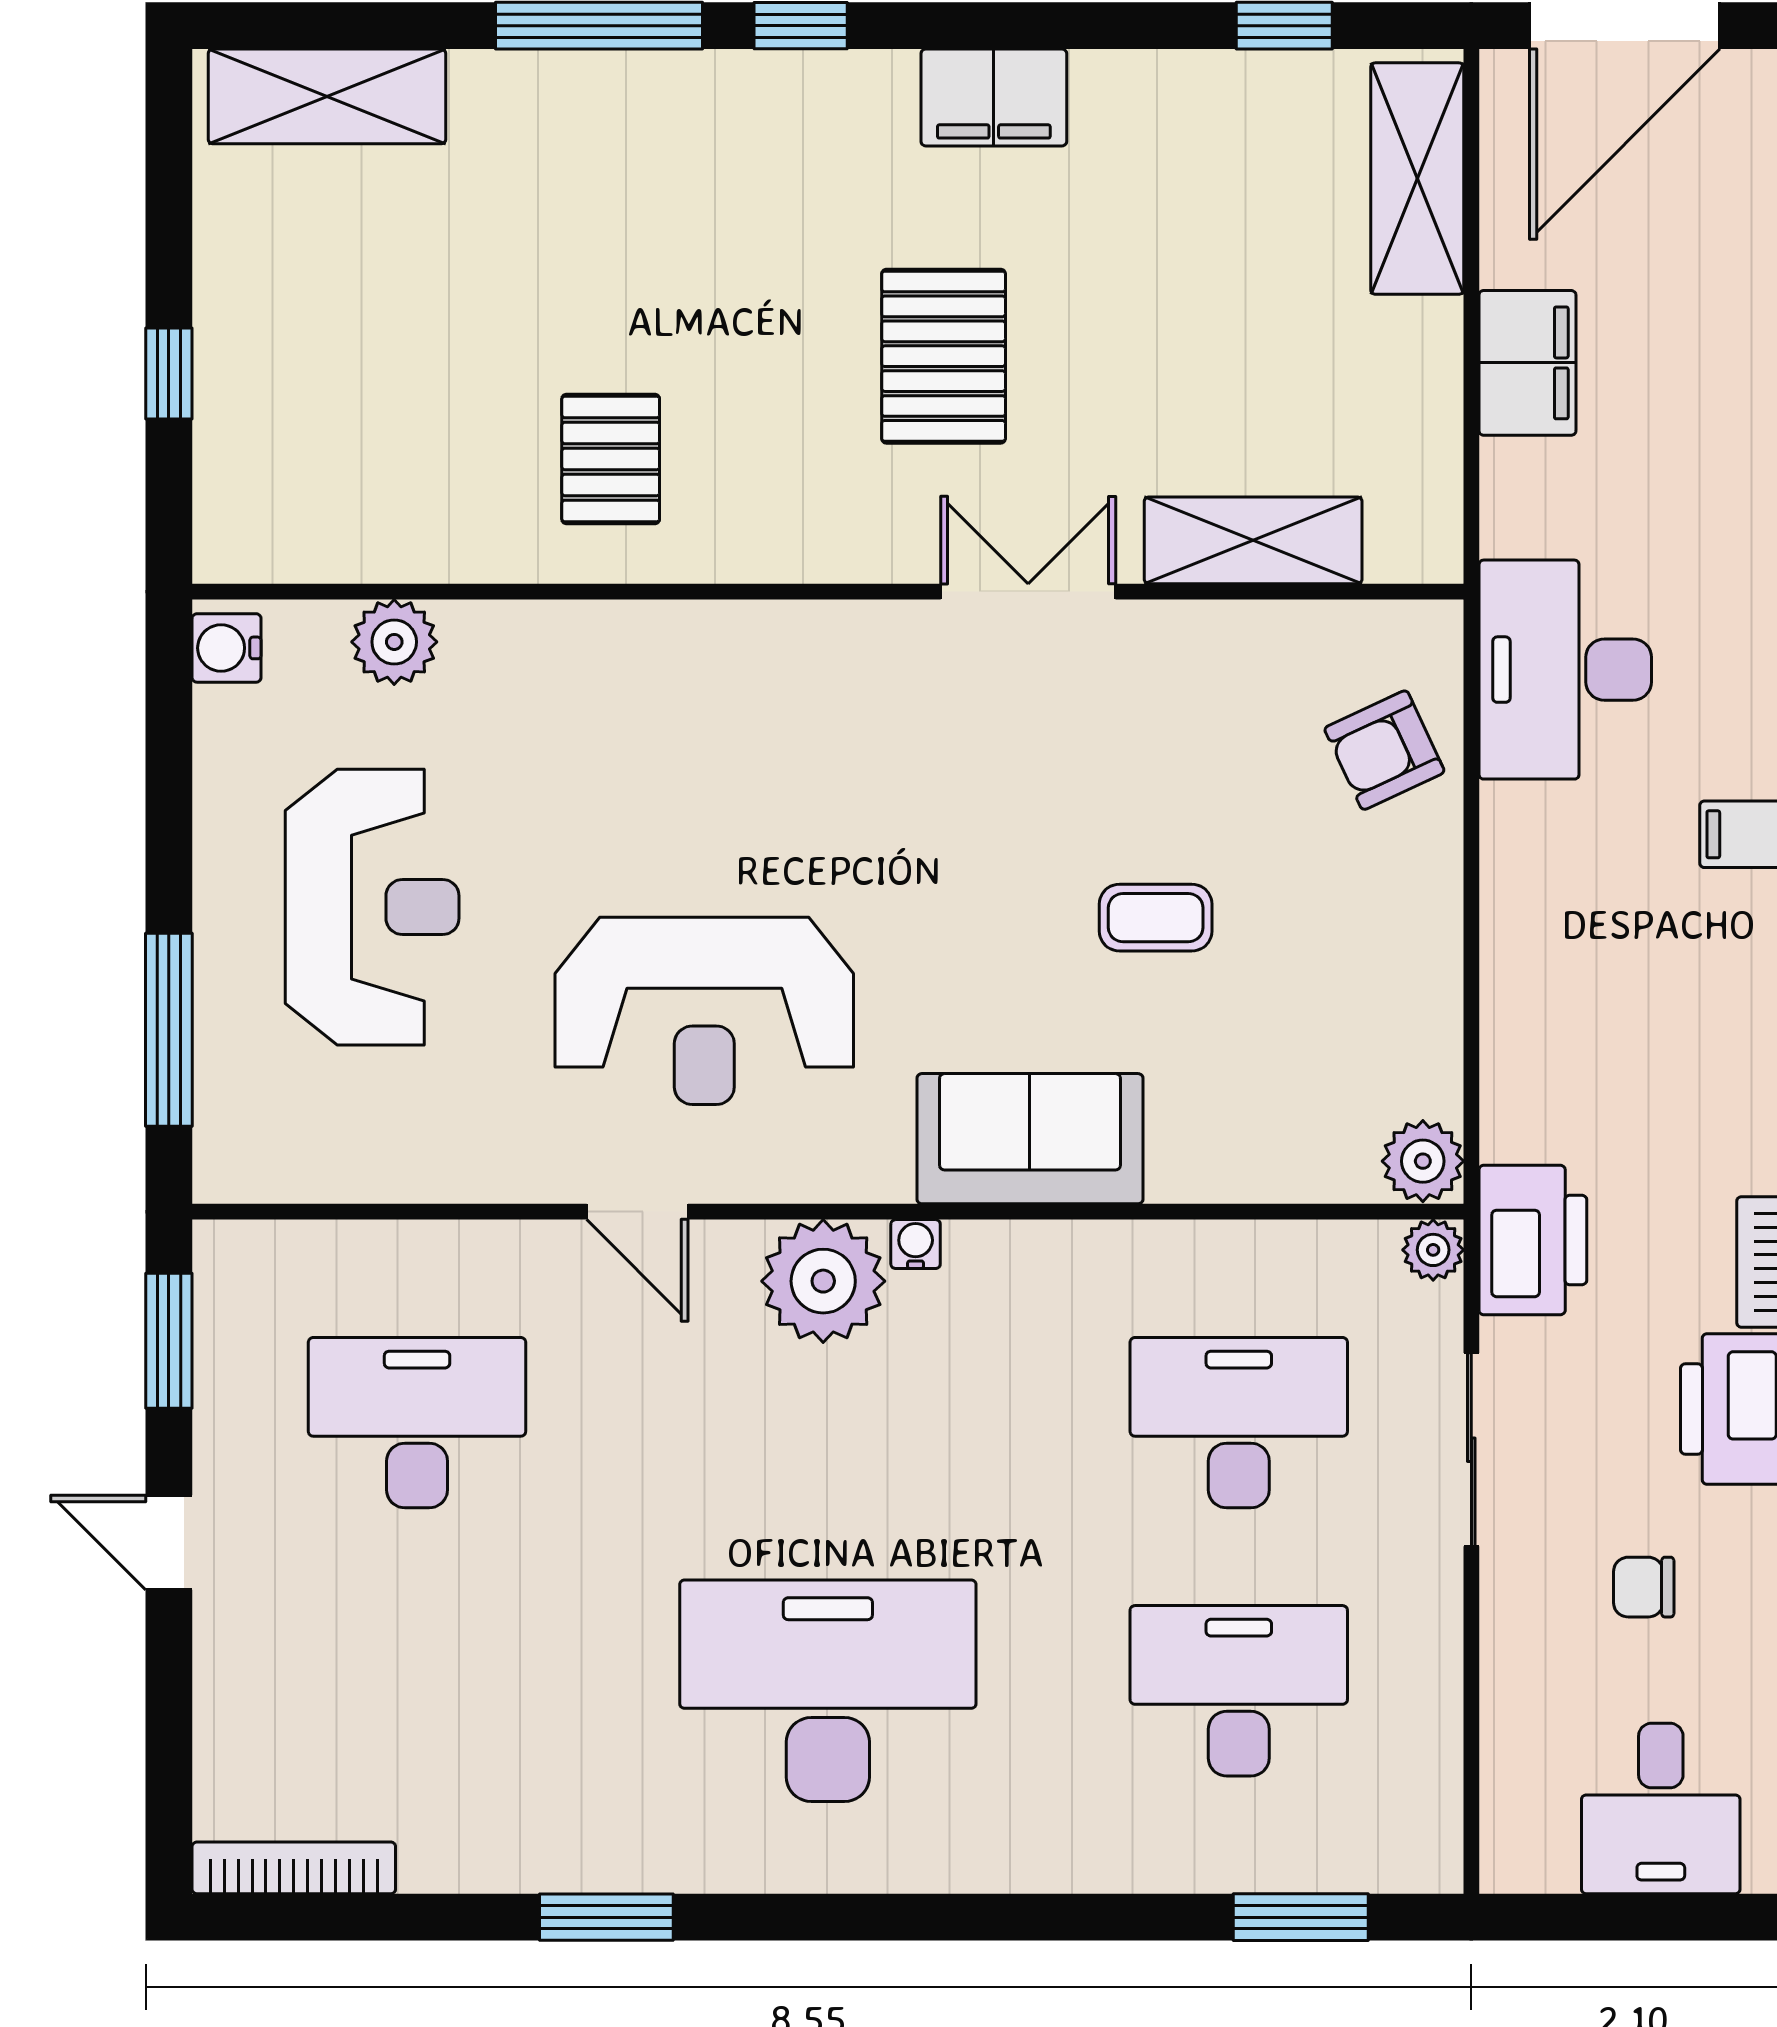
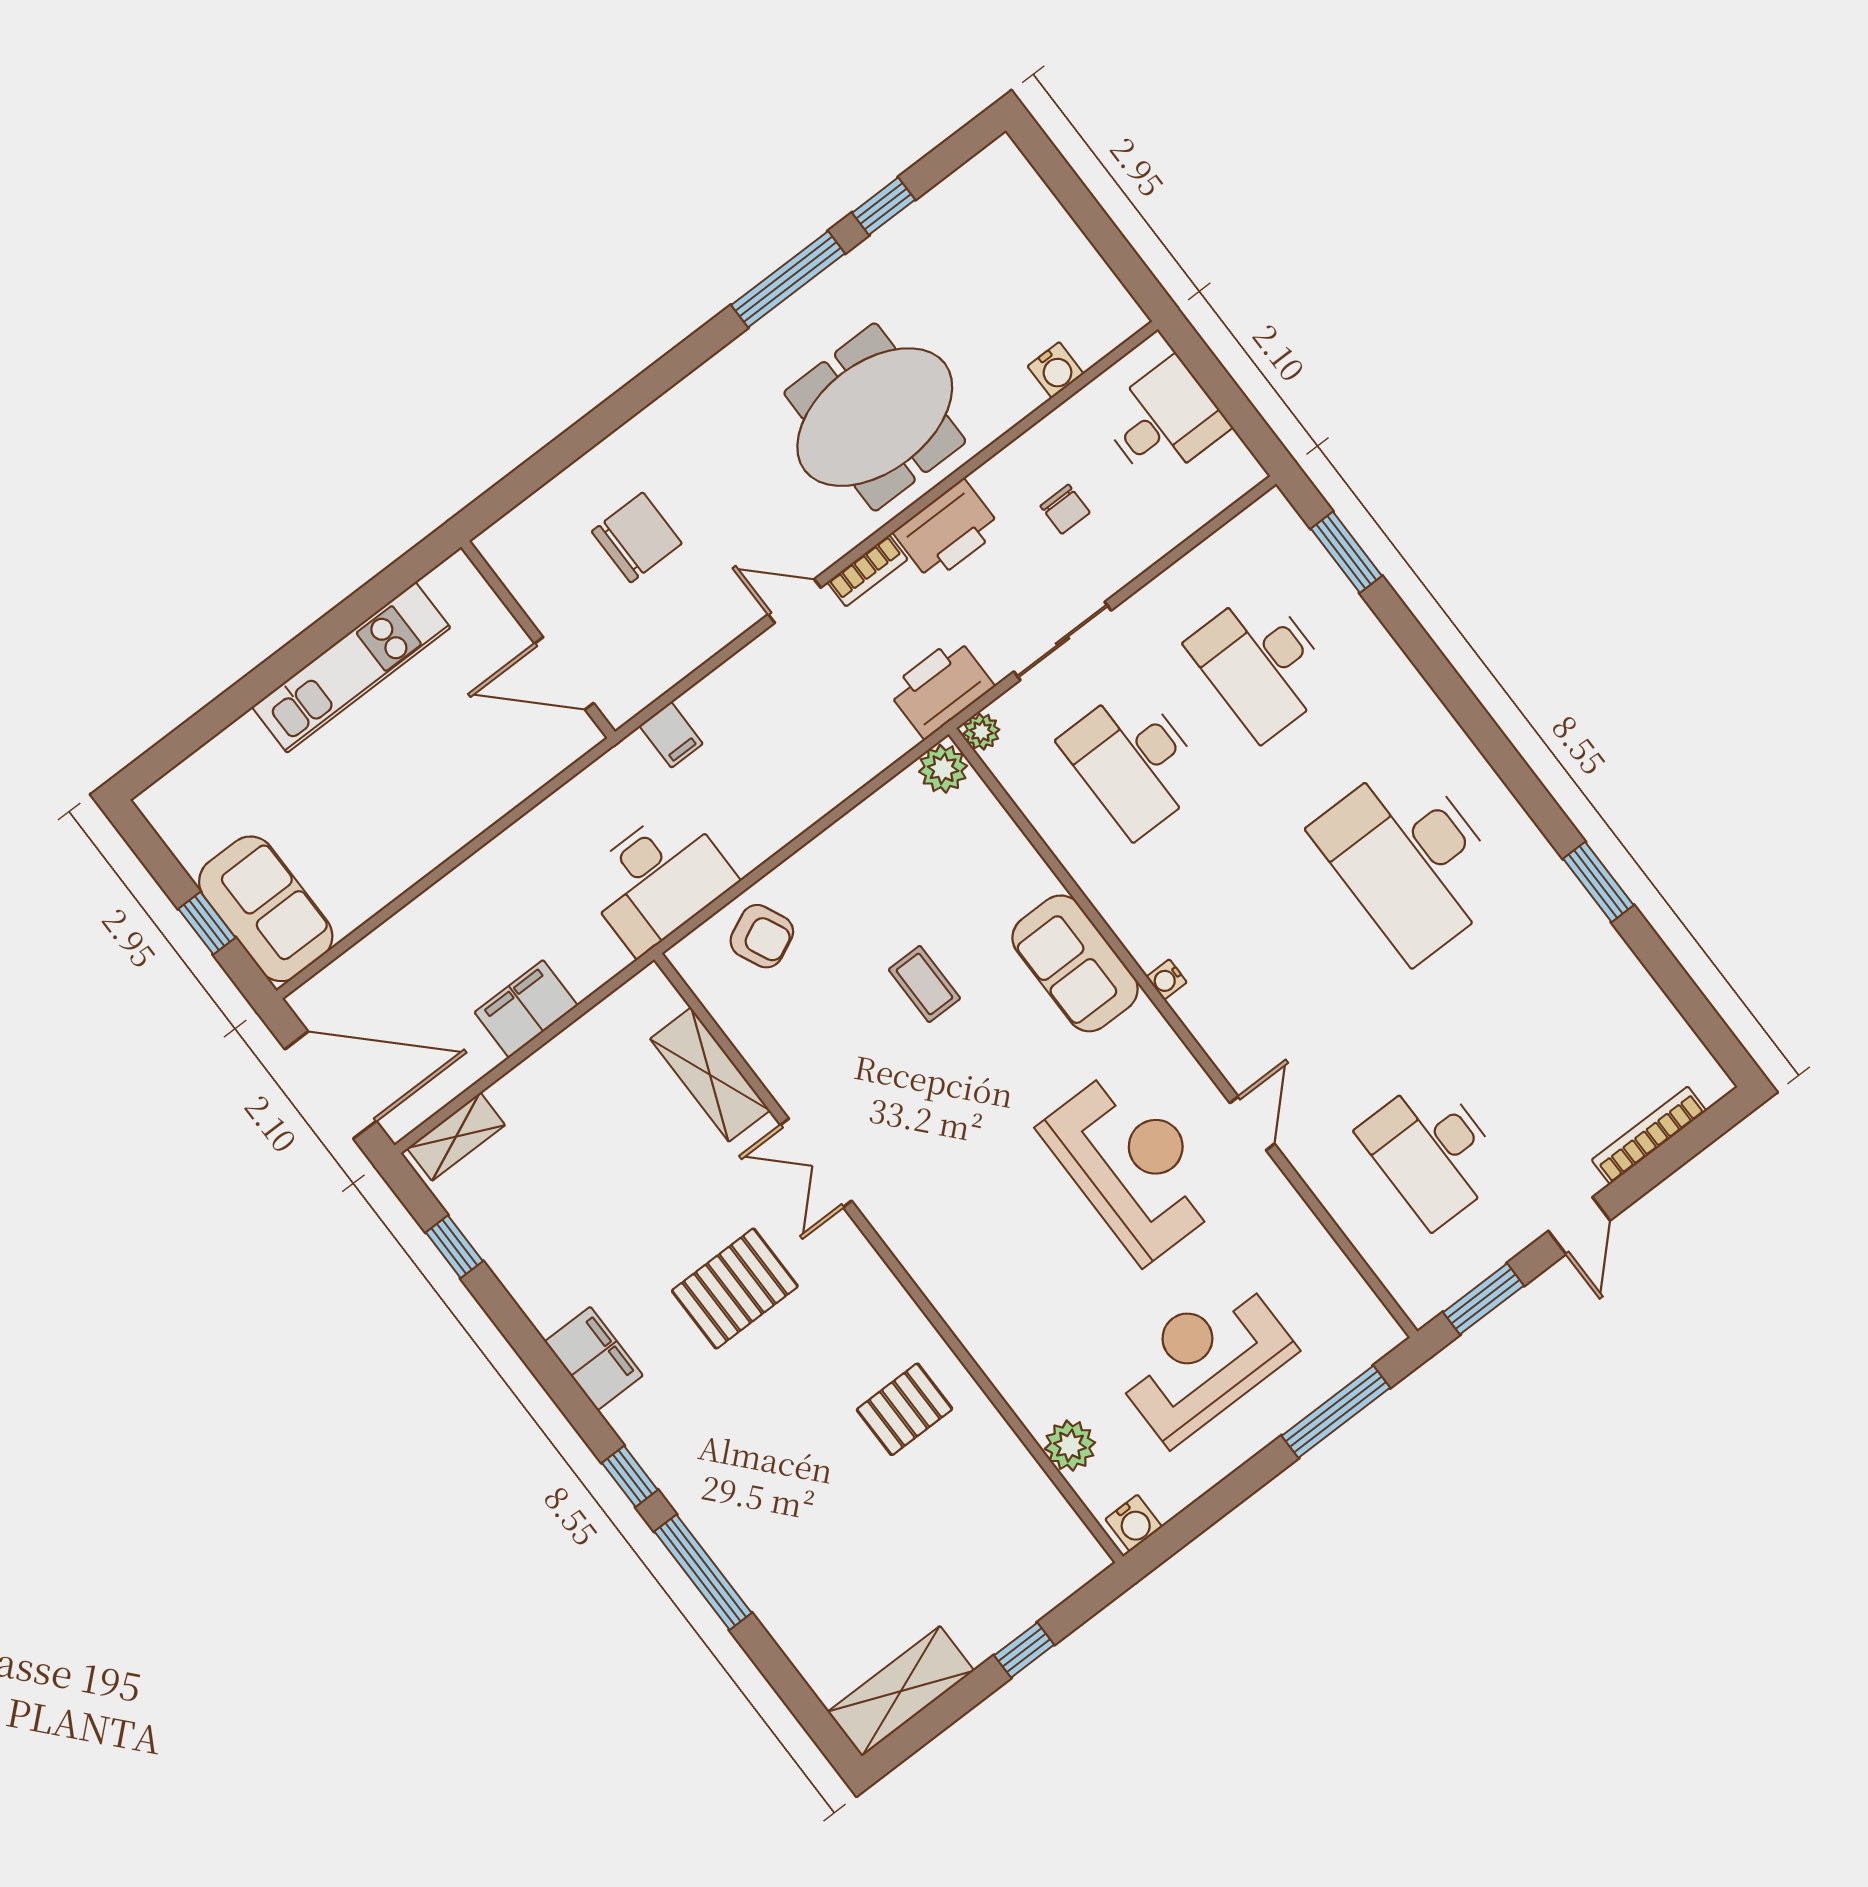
shelving: (327, 96) -> (901, 1691), moved, turned 90
shelving: (1417, 179) -> (456, 1137), width x0.67, depth x0.75
plant: (823, 1281) -> (1218, 1010), removed
bookcase: (294, 1868) -> (1649, 1135), moved, turned 90

